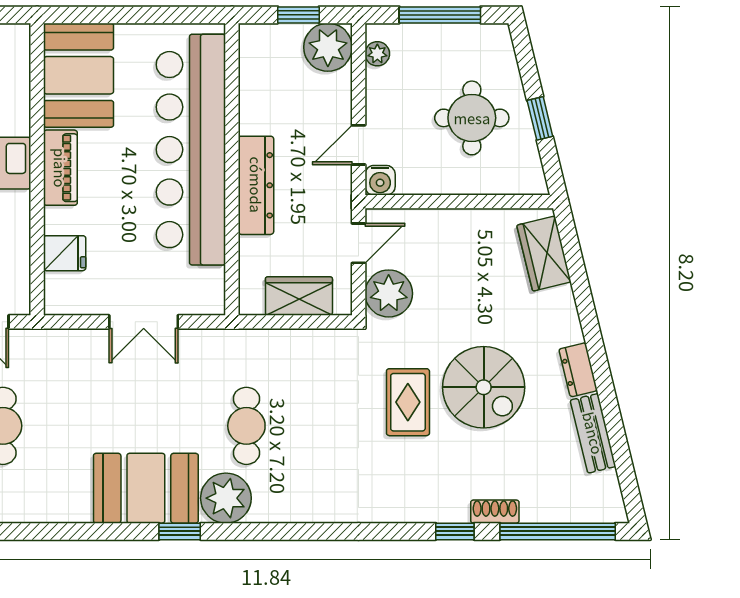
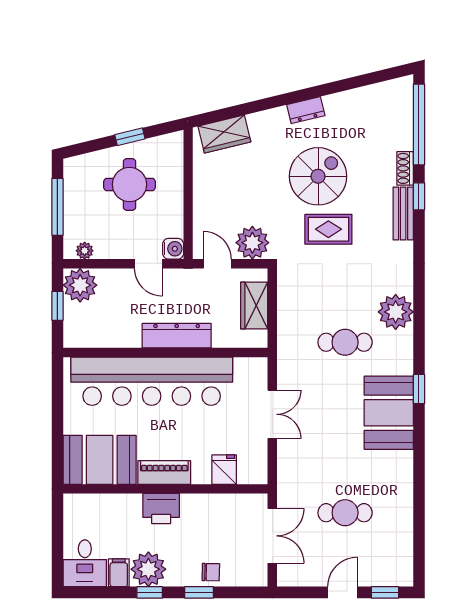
bench: (593, 433) -> (403, 214), moved, turned -76
plant: (226, 498) -> (396, 312), moved

